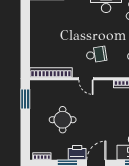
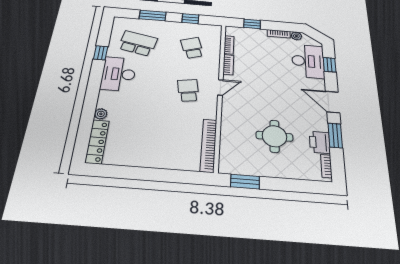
door: (86, 79) -> (220, 87), moved
printer: (77, 153) -> (320, 142), moved

